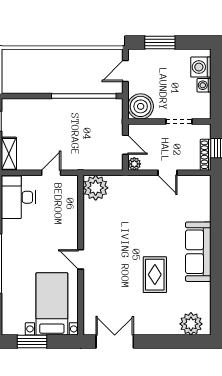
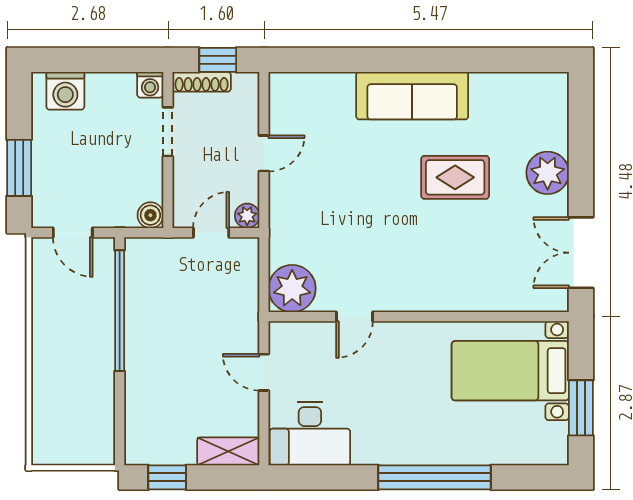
washing machine: (204, 85) -> (150, 85), moved
boiler: (141, 106) -> (150, 215), width x0.54, depth x0.54
shoe rack: (206, 155) -> (202, 82), moved
door: (81, 259) -> (355, 317), moved
plant: (191, 324) -> (548, 173), moved

